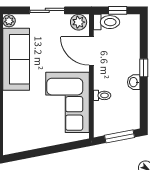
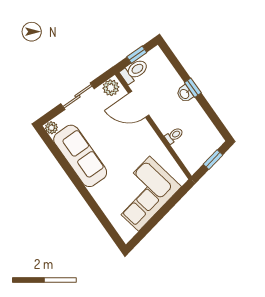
washbasin: (134, 82) -> (185, 94), moved
corner sofa: (67, 102) -> (144, 194), moved, turned 79
window: (119, 136) -> (213, 160), width x0.67

